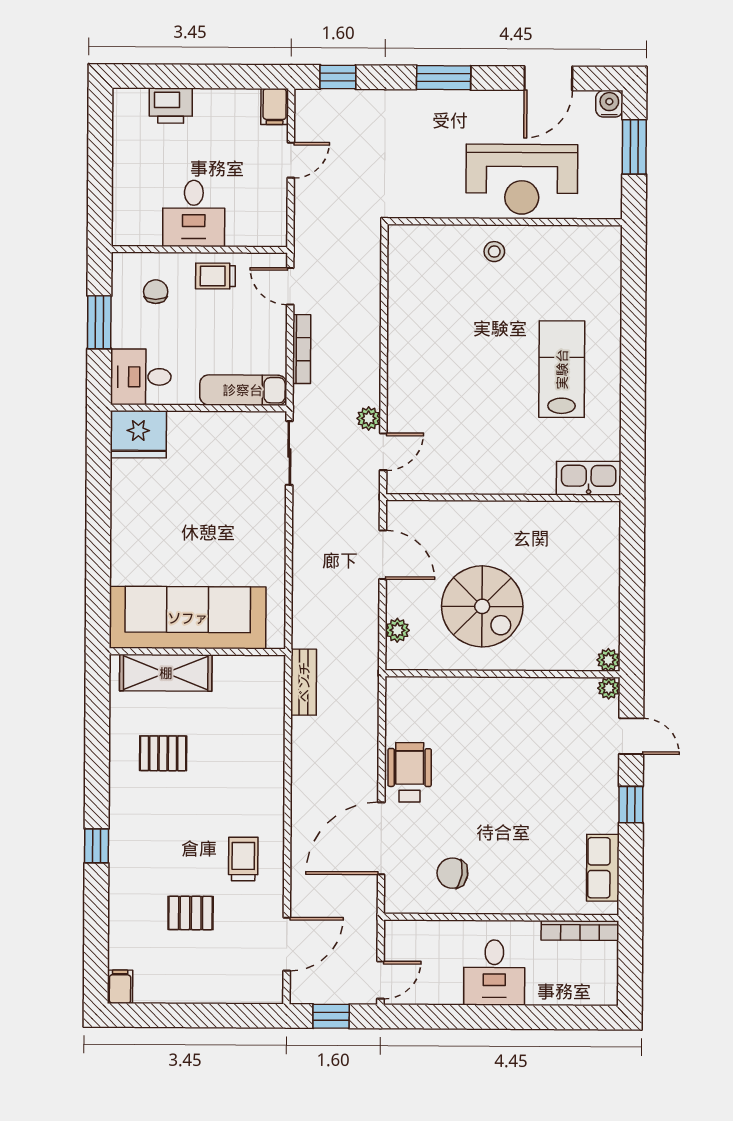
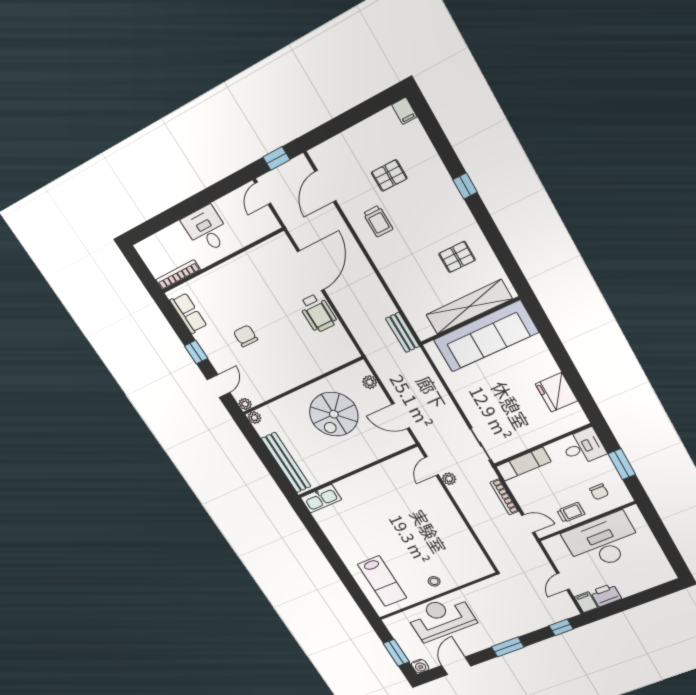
printer: (171, 106) -> (606, 595), moved
desk: (194, 213) -> (603, 542), width x1.87, depth x1.30
lab bench: (562, 369) -> (382, 581), moved
fridge: (138, 434) -> (556, 392), moved, turned -90
bench: (606, 564) -> (286, 463), added
spiral stairs: (482, 606) -> (334, 414), turned -90
shelving: (166, 673) -> (469, 307), width x1.47
door: (631, 736) -> (219, 386), swing flipped
chair: (452, 873) -> (246, 336), moved, turned -99

